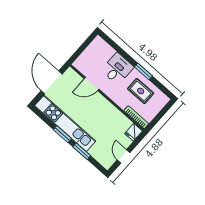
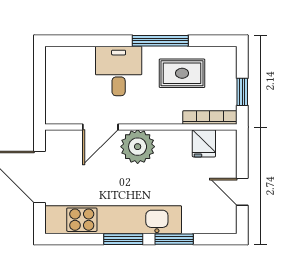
window: (143, 71) -> (160, 41), width x1.44
plant: (99, 104) -> (138, 147), added
window: (157, 118) -> (242, 92), added
fridge: (134, 132) -> (204, 143), moved

